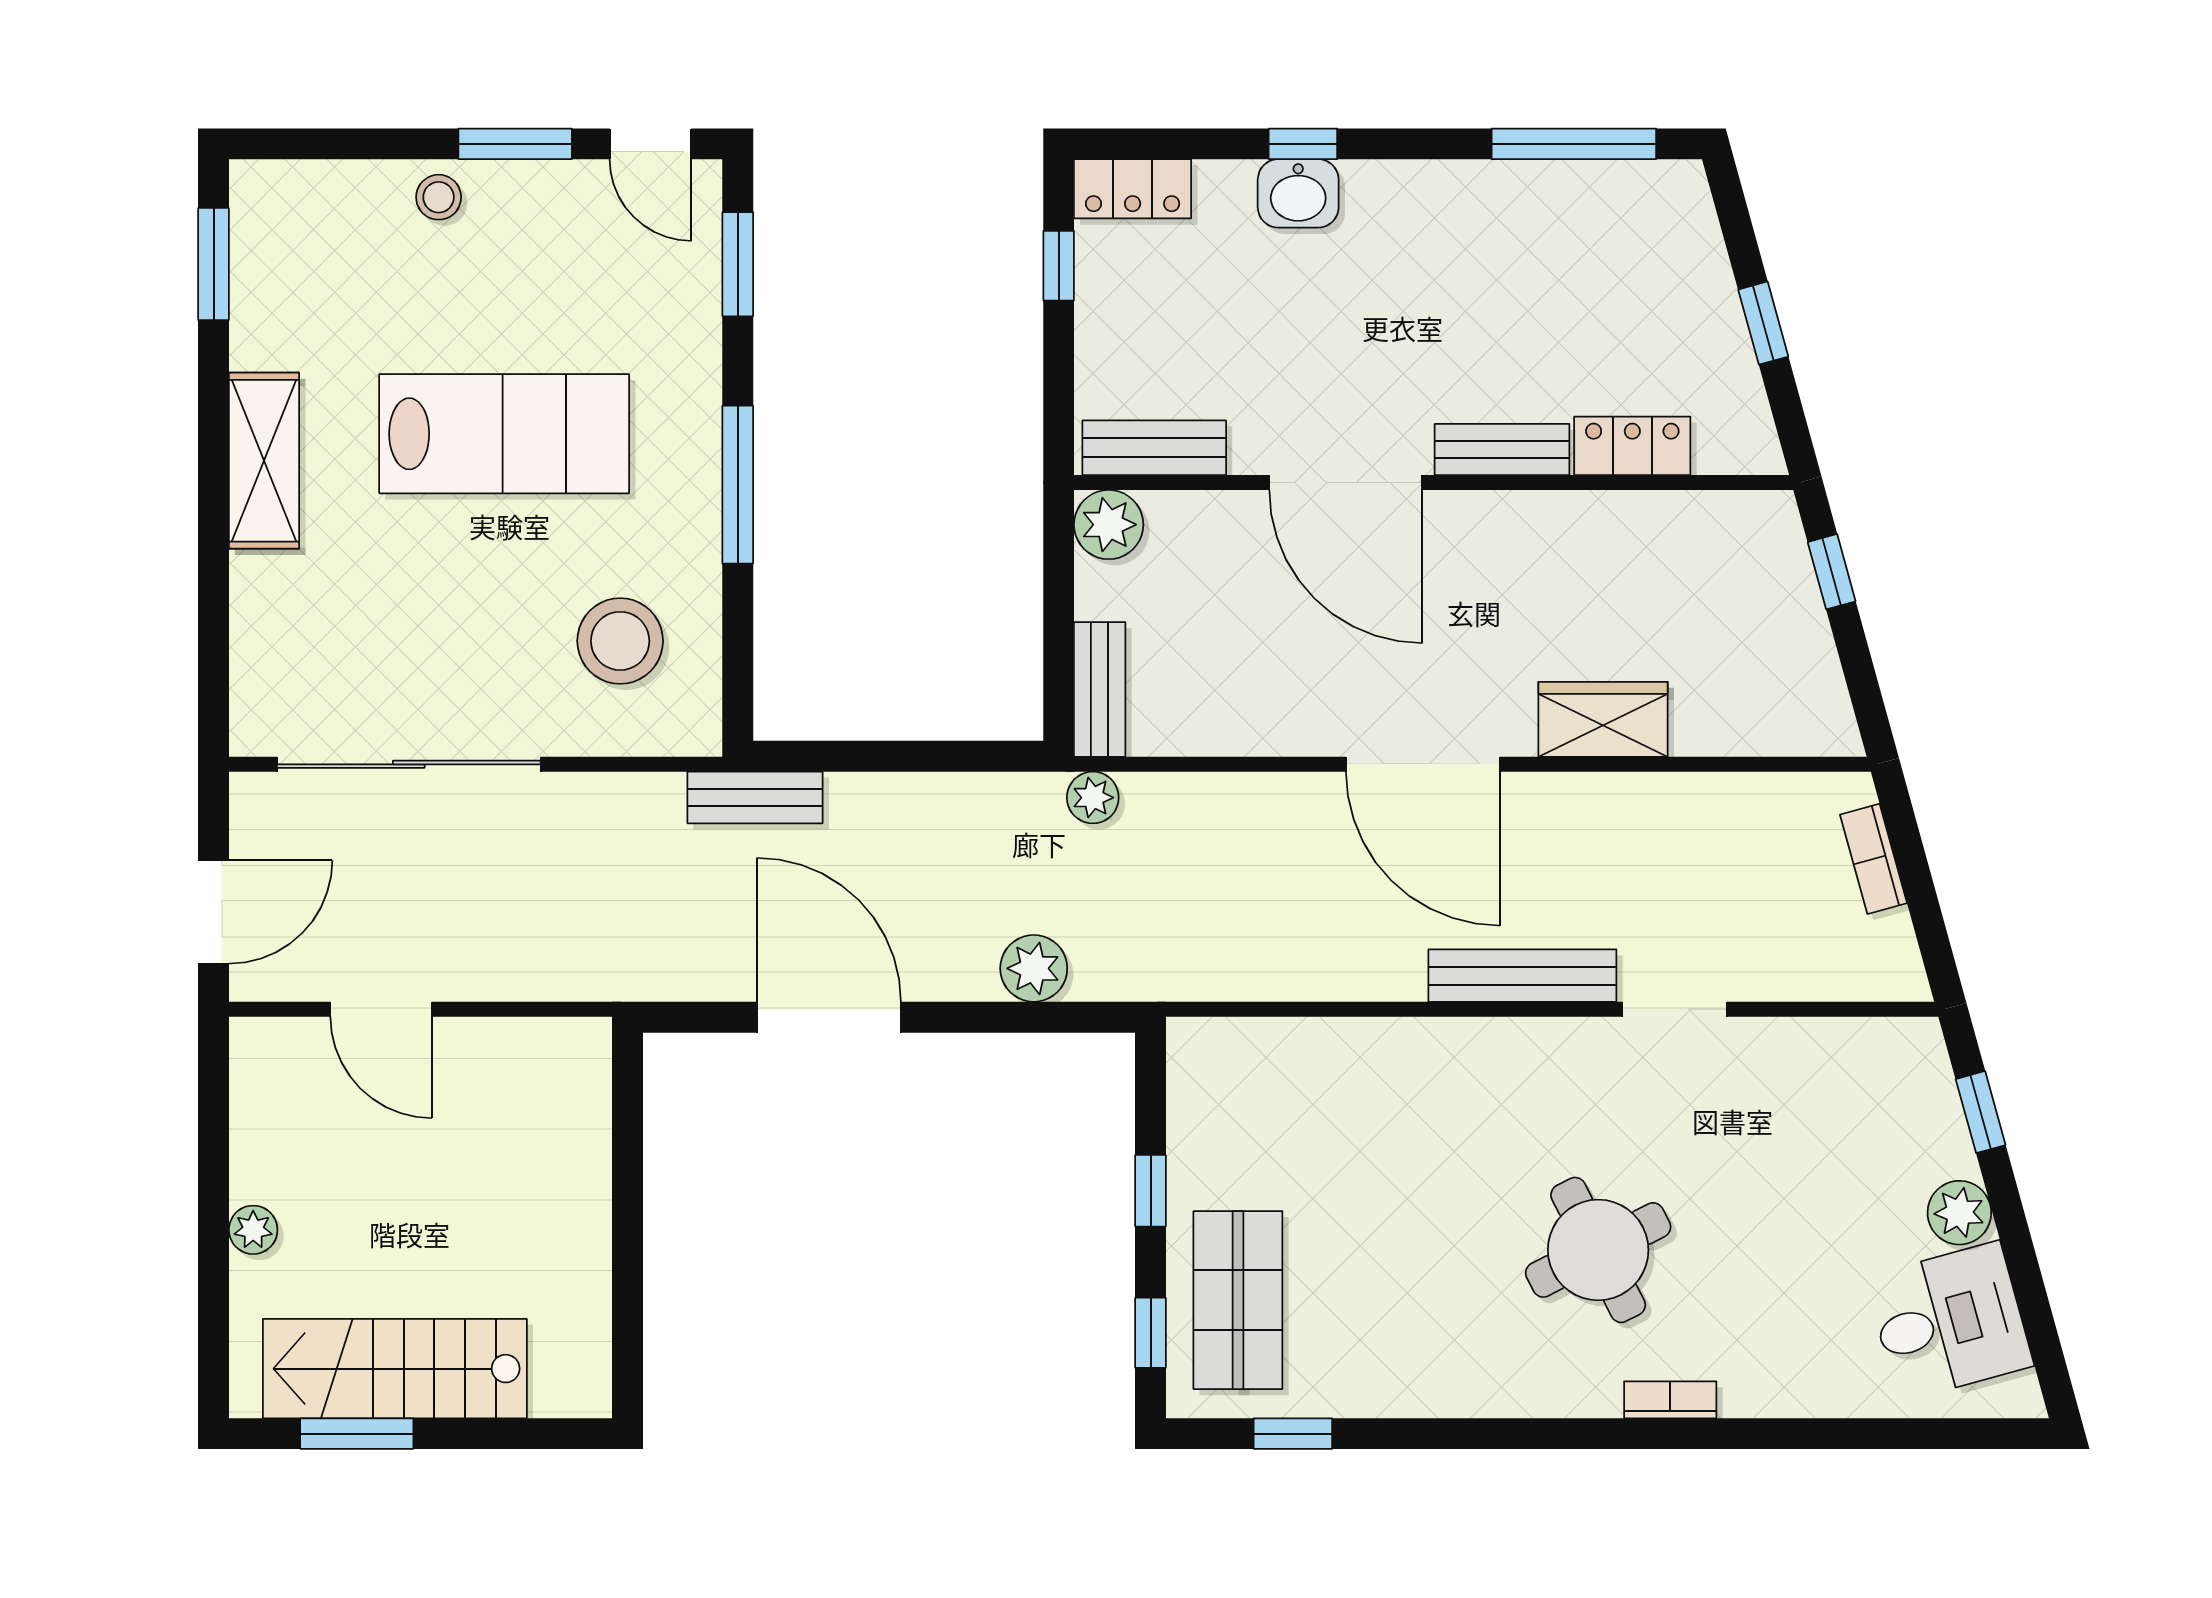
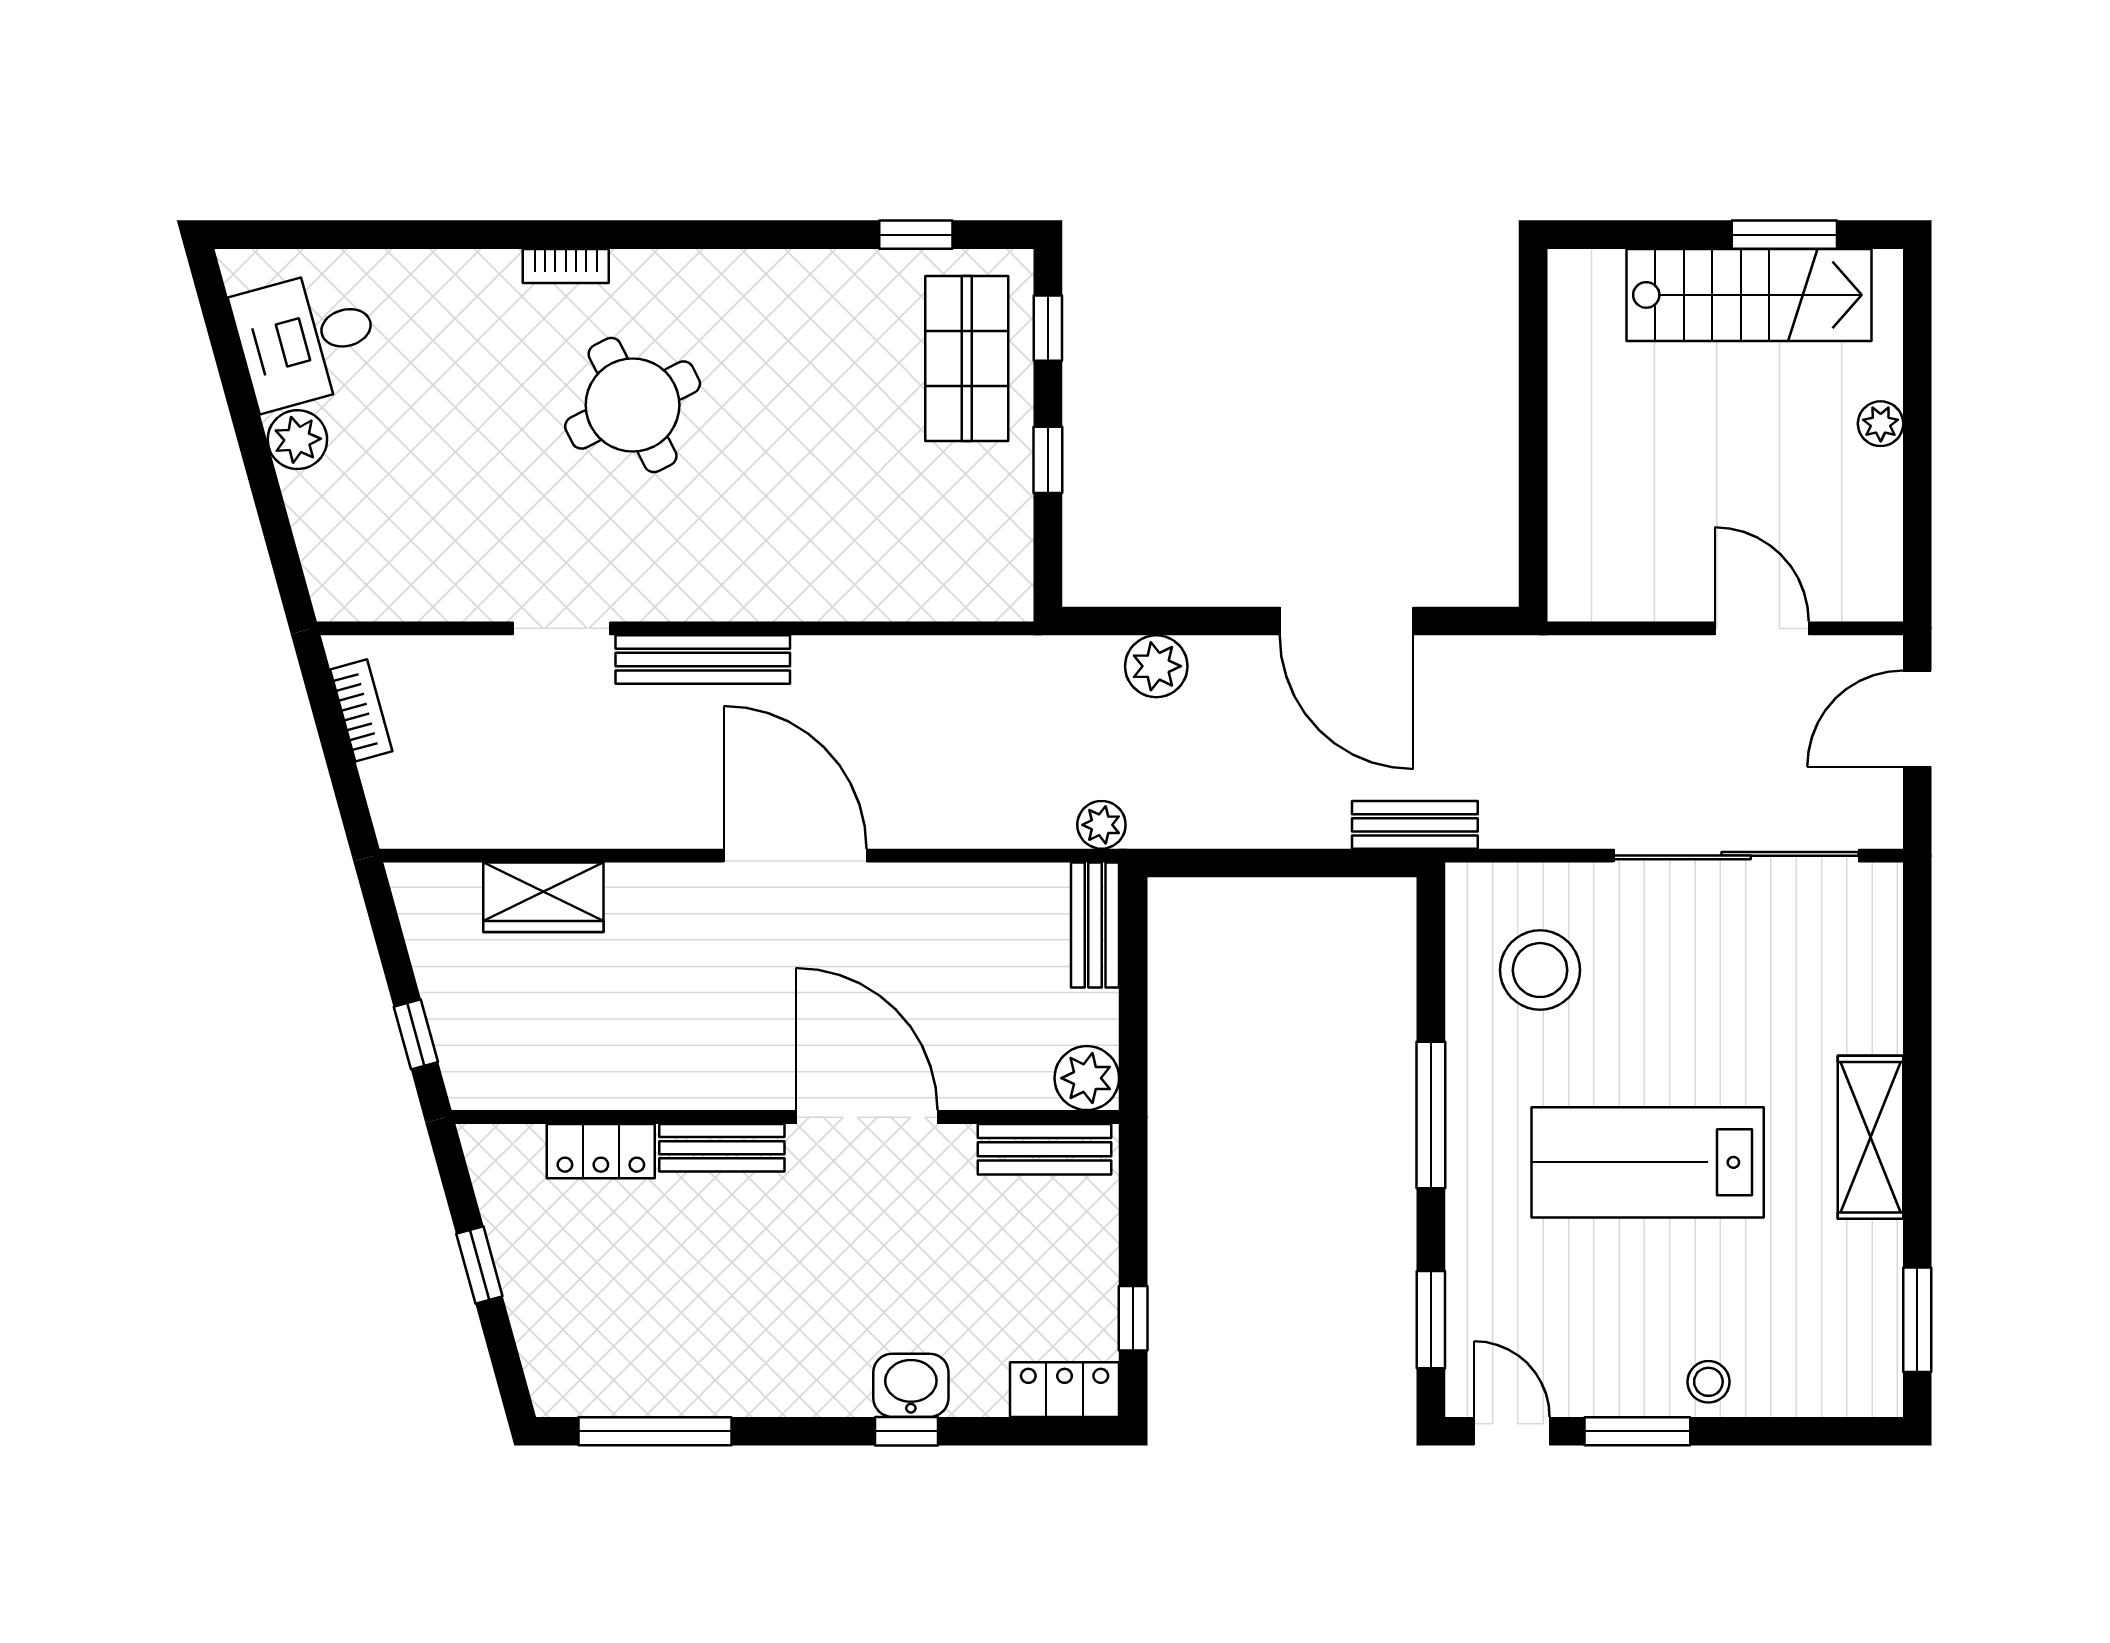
wardrobe: (1603, 719) -> (543, 897), moved
bookcase: (1874, 859) -> (361, 710), moved
window: (1981, 1112) -> (278, 533), removed

